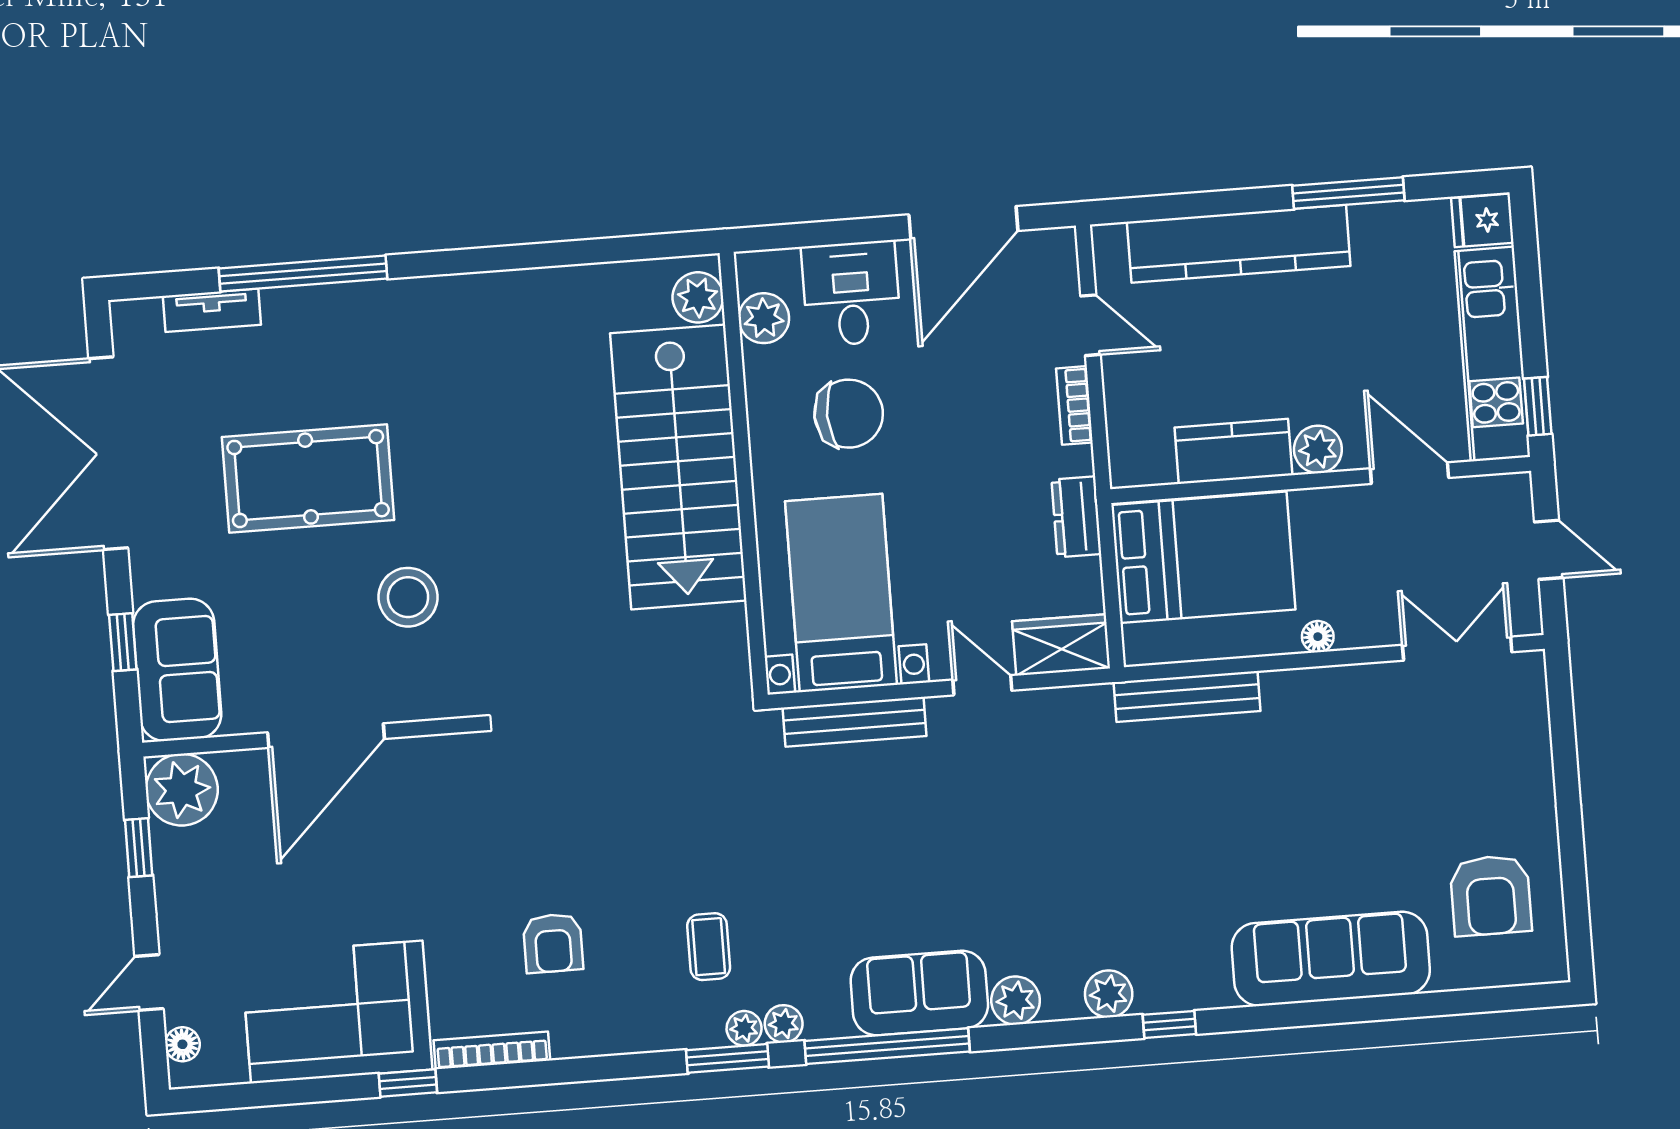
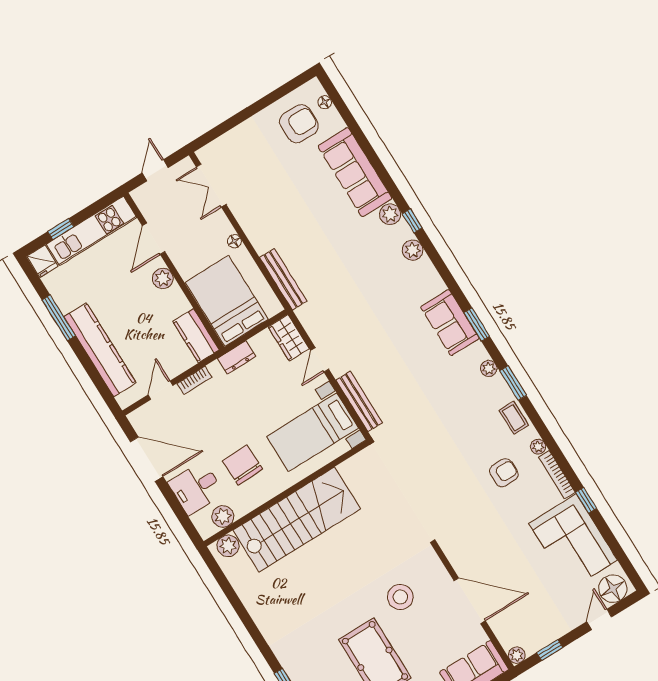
window: (1538, 406) -> (61, 229), moved
kitchen counter: (1233, 451) -> (196, 336), moved
plant: (182, 790) -> (517, 655), width x0.53, depth x0.53
coffee table: (709, 947) -> (514, 418), moved, turned 90
floor lamp: (1507, 972) -> (325, 102), added
door: (149, 982) -> (599, 619), swing flipped
plant: (1016, 1001) -> (390, 214), moved
plant: (744, 1028) -> (538, 447), moved
floor lamp: (182, 1044) -> (613, 589), width x1.89, depth x1.89
window: (887, 1046) -> (477, 324), width x0.47

